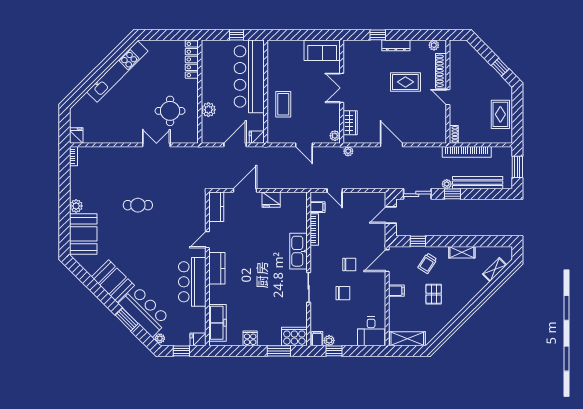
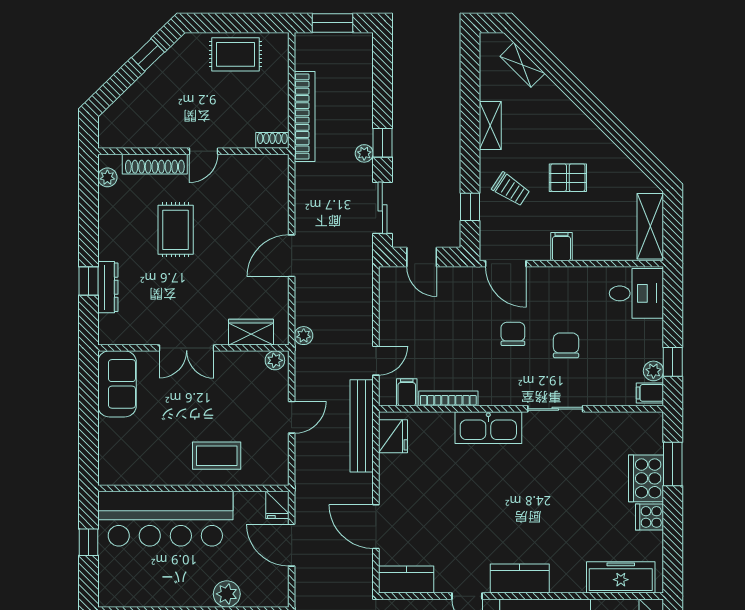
dresser: (396, 45) -> (108, 287), moved
bench: (478, 183) -> (362, 426), moved
fridge: (271, 200) -> (393, 436), moved
cooker: (294, 336) -> (646, 478), moved

